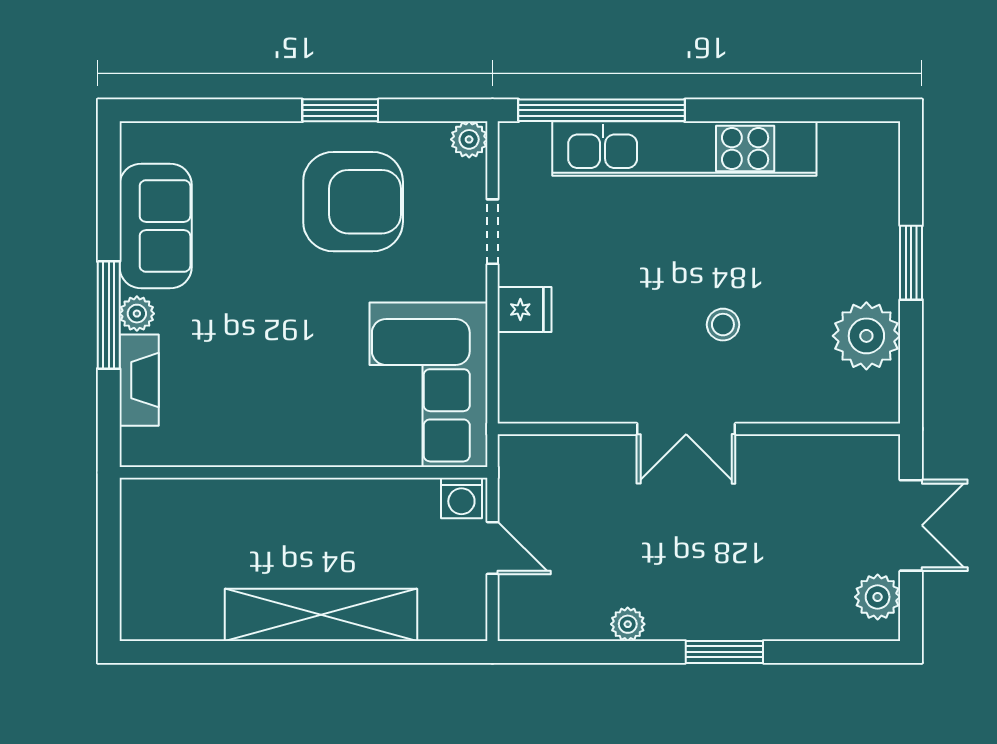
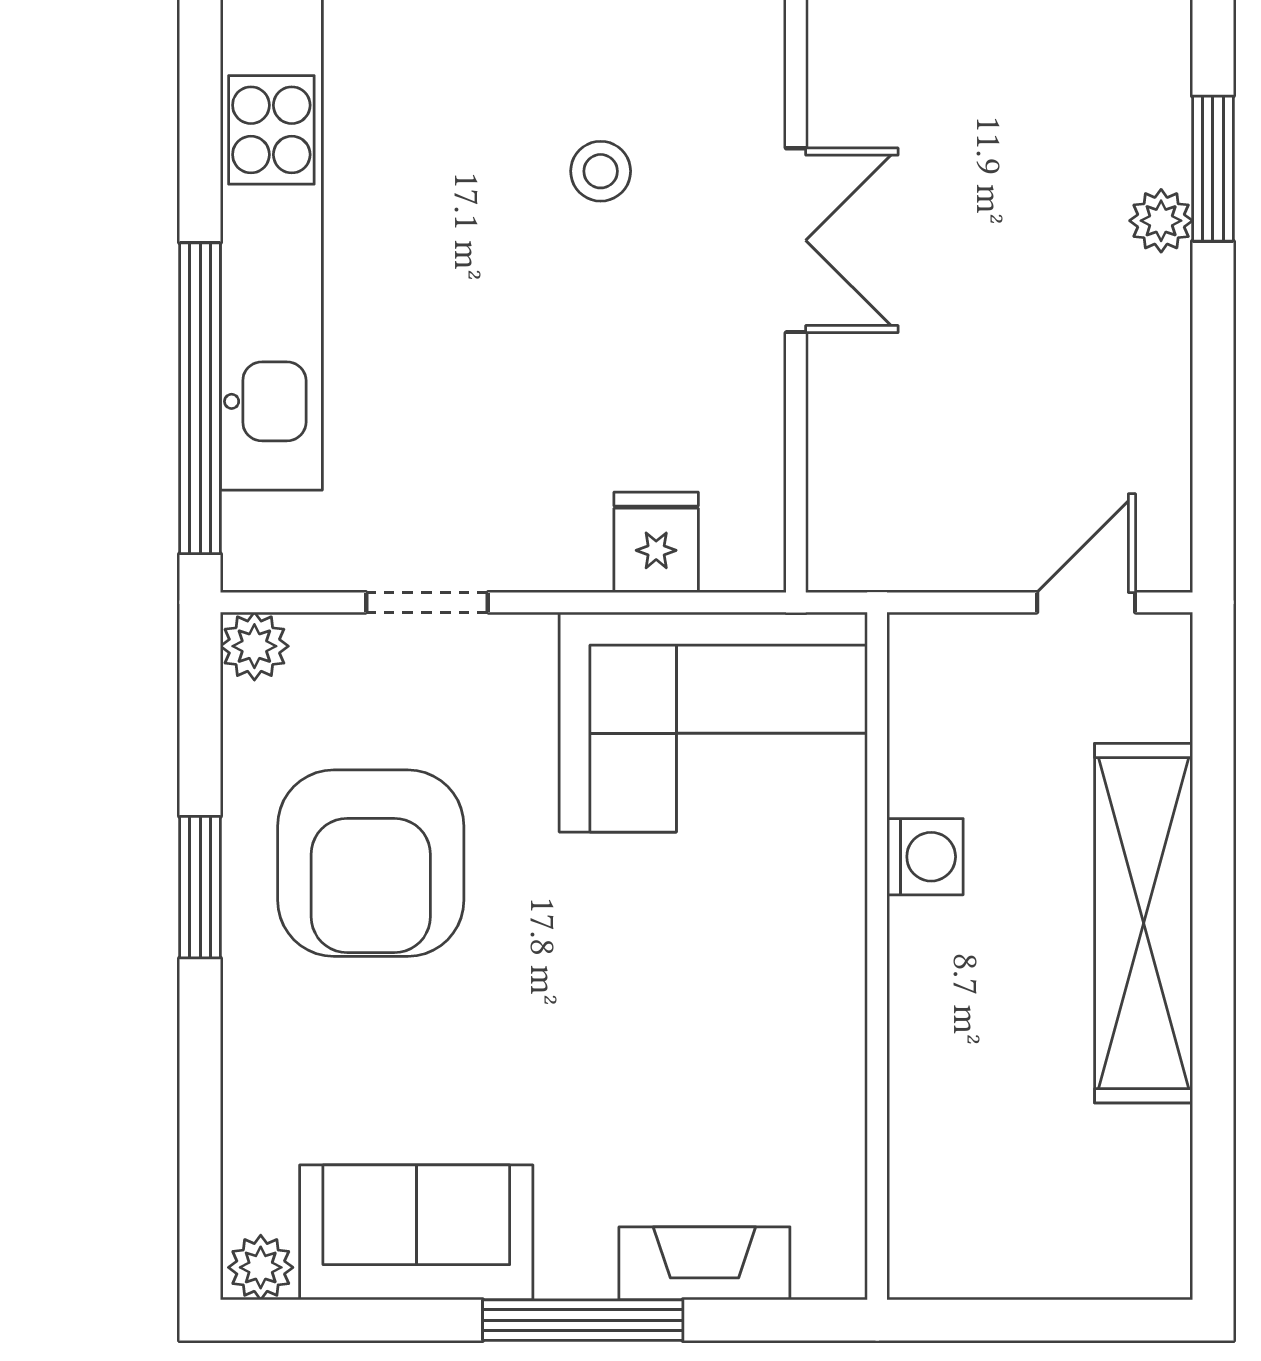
armchair: (353, 202) -> (371, 863), turned 180
fridge: (525, 309) -> (656, 542), moved
plant: (137, 314) -> (261, 1267), moved
washing machine: (461, 498) -> (925, 857), moved
door: (492, 548) -> (1086, 602), moved
plant: (628, 624) -> (1161, 221), moved

